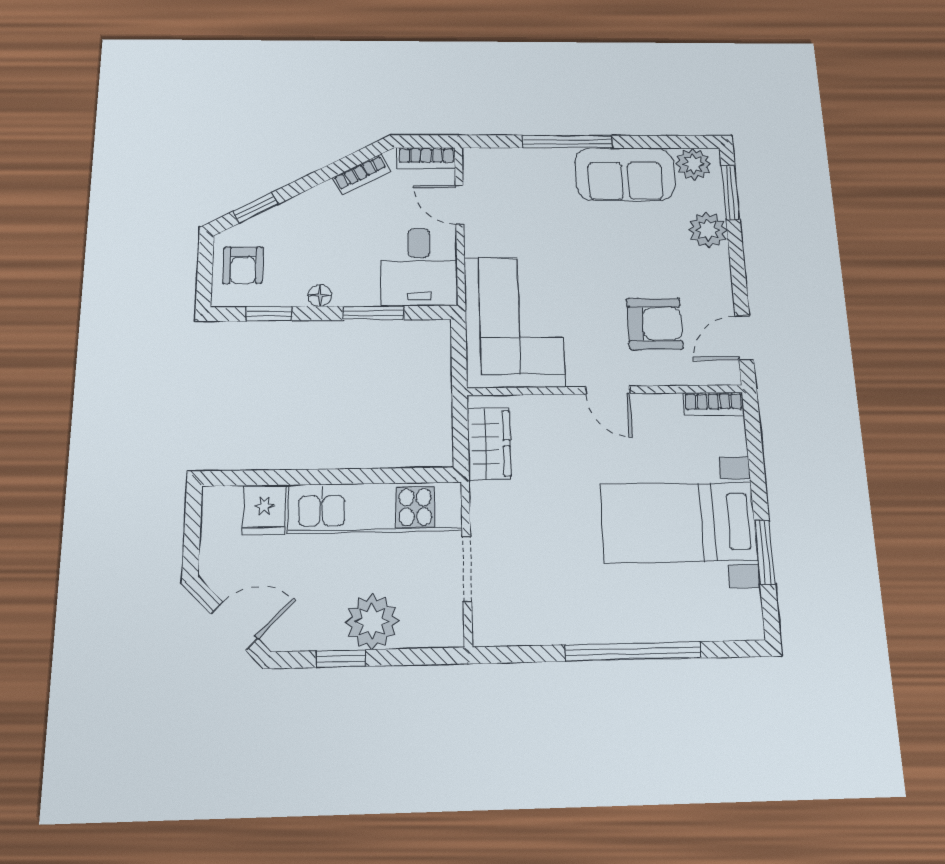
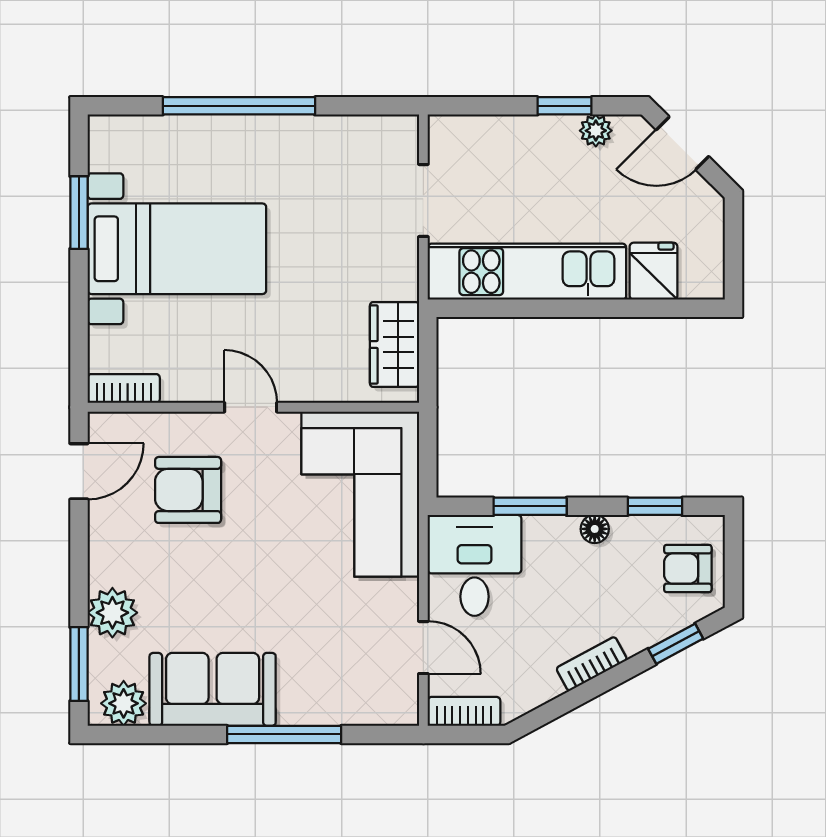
bookcase: (361, 175) -> (592, 664), moved
armchair: (243, 265) -> (688, 569), turned -90
plant: (372, 622) -> (596, 131), moved, width x0.53, depth x0.53

